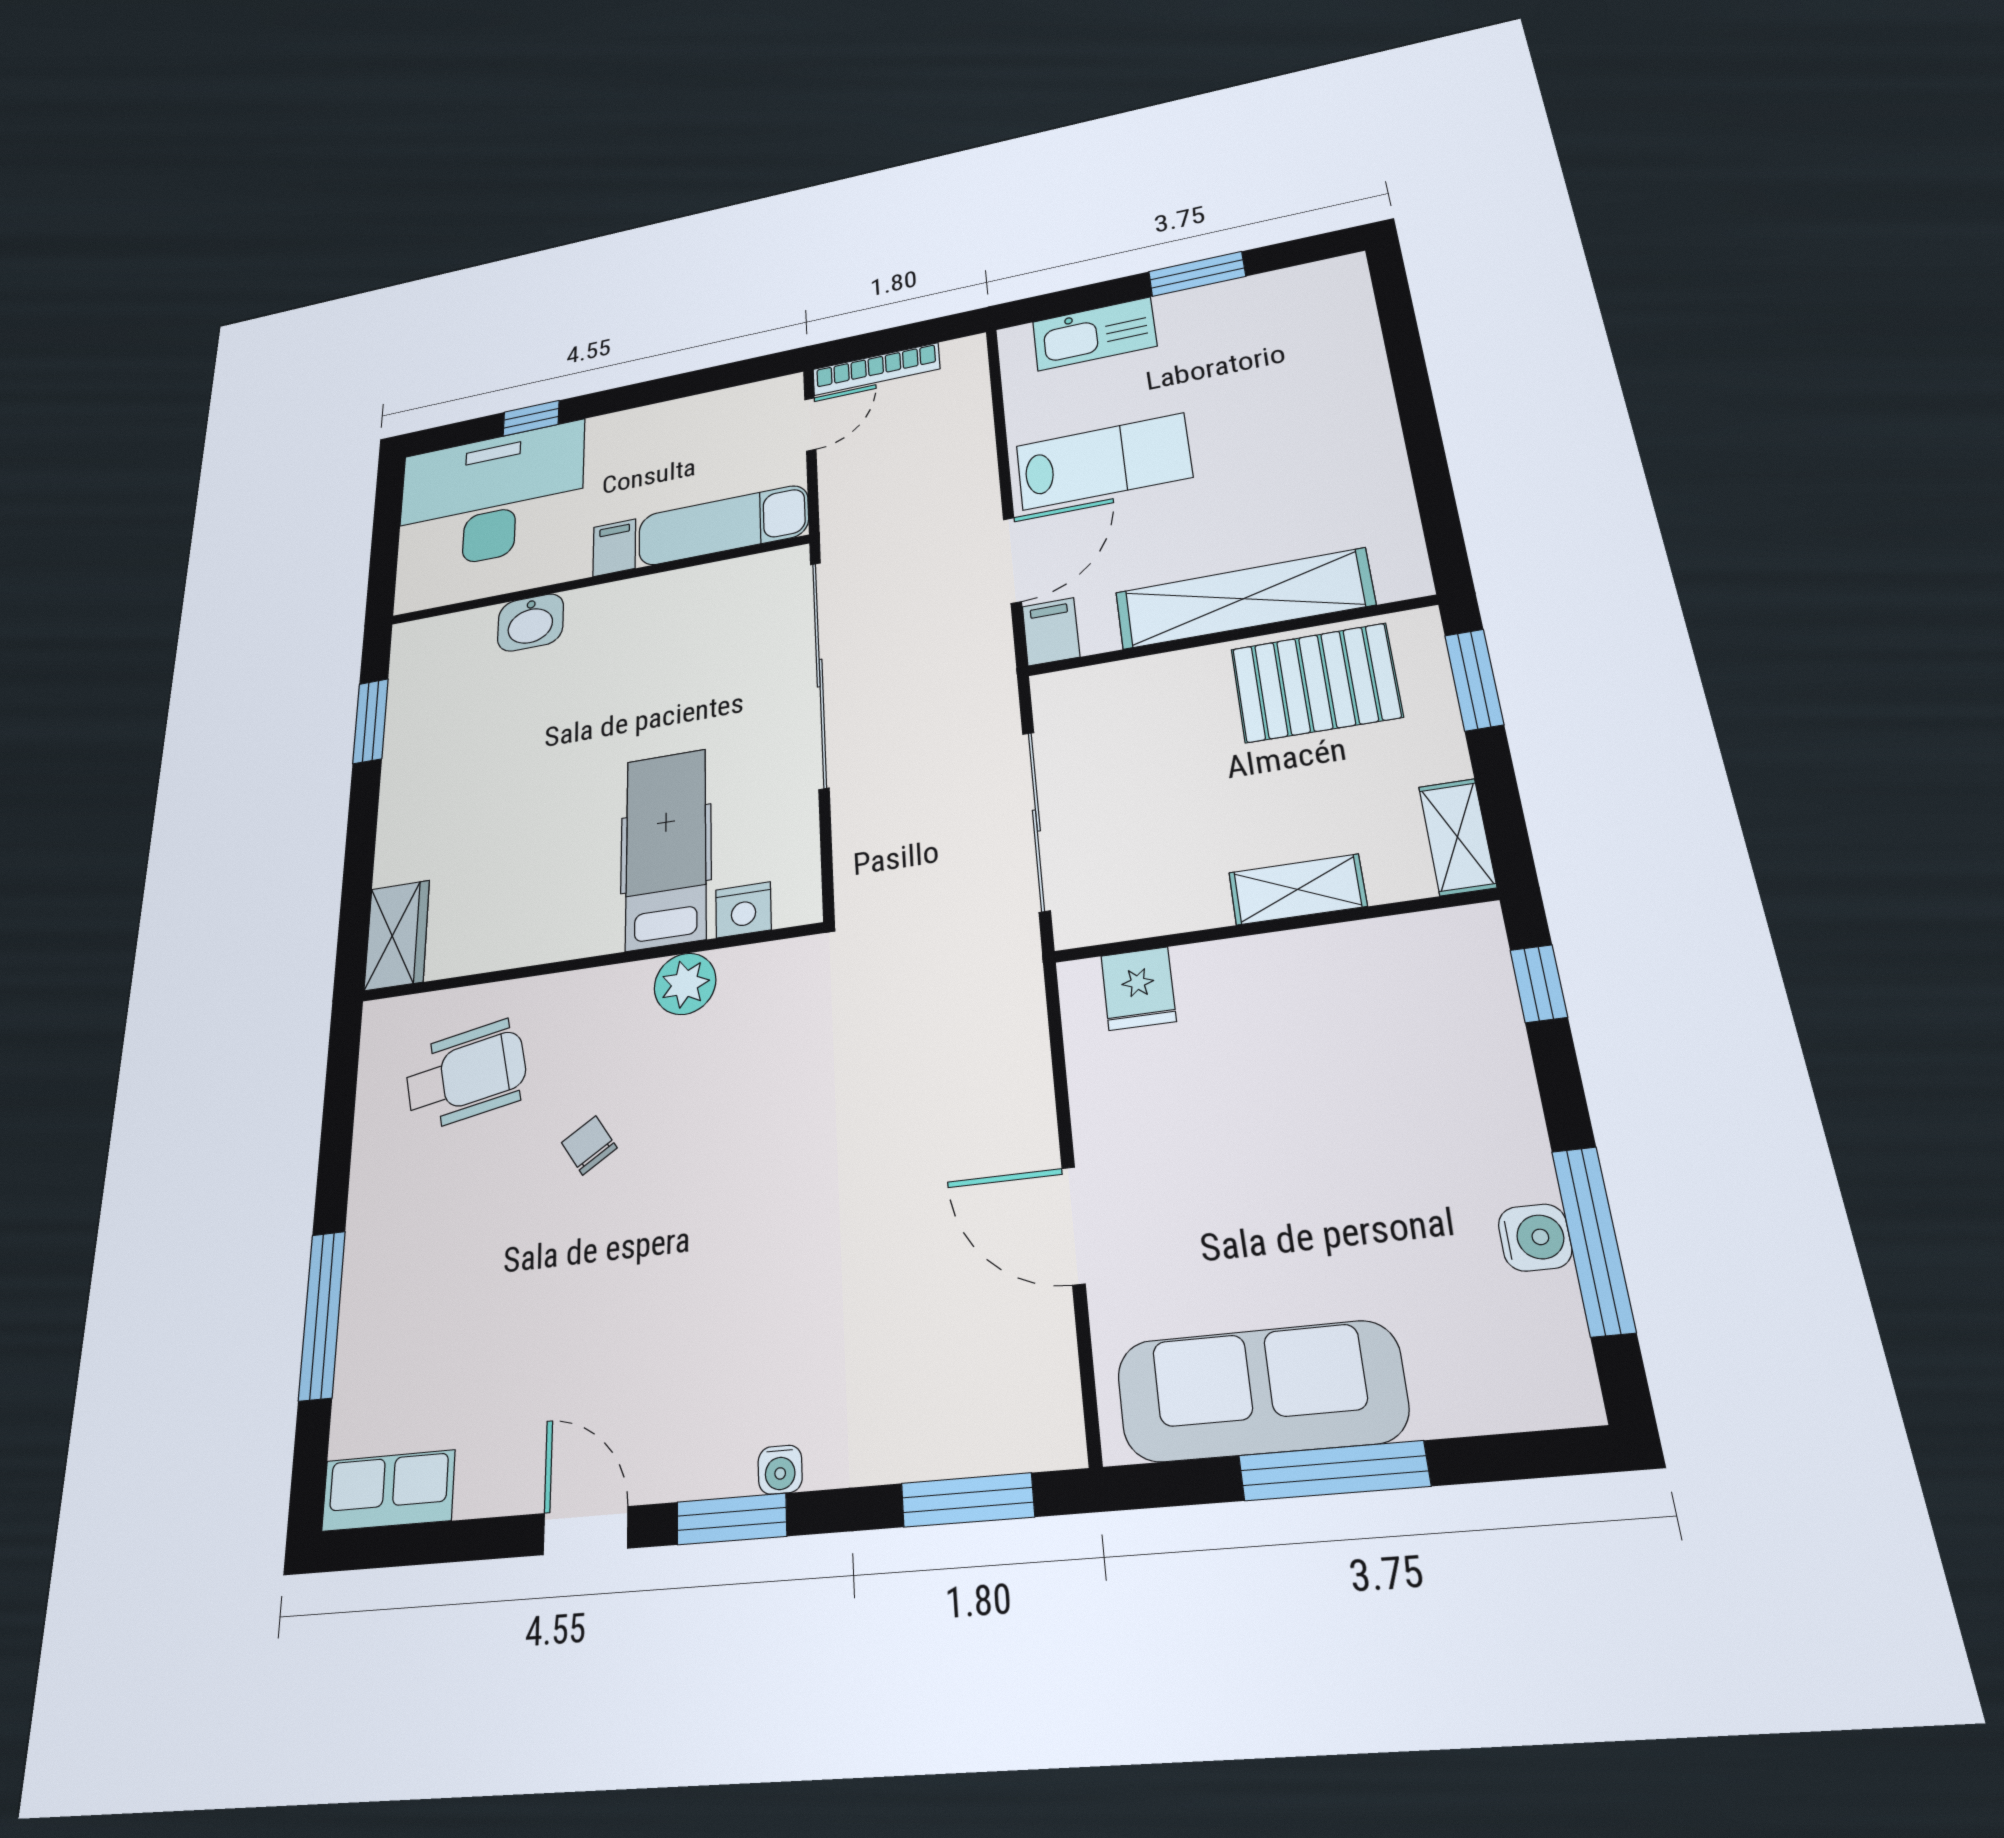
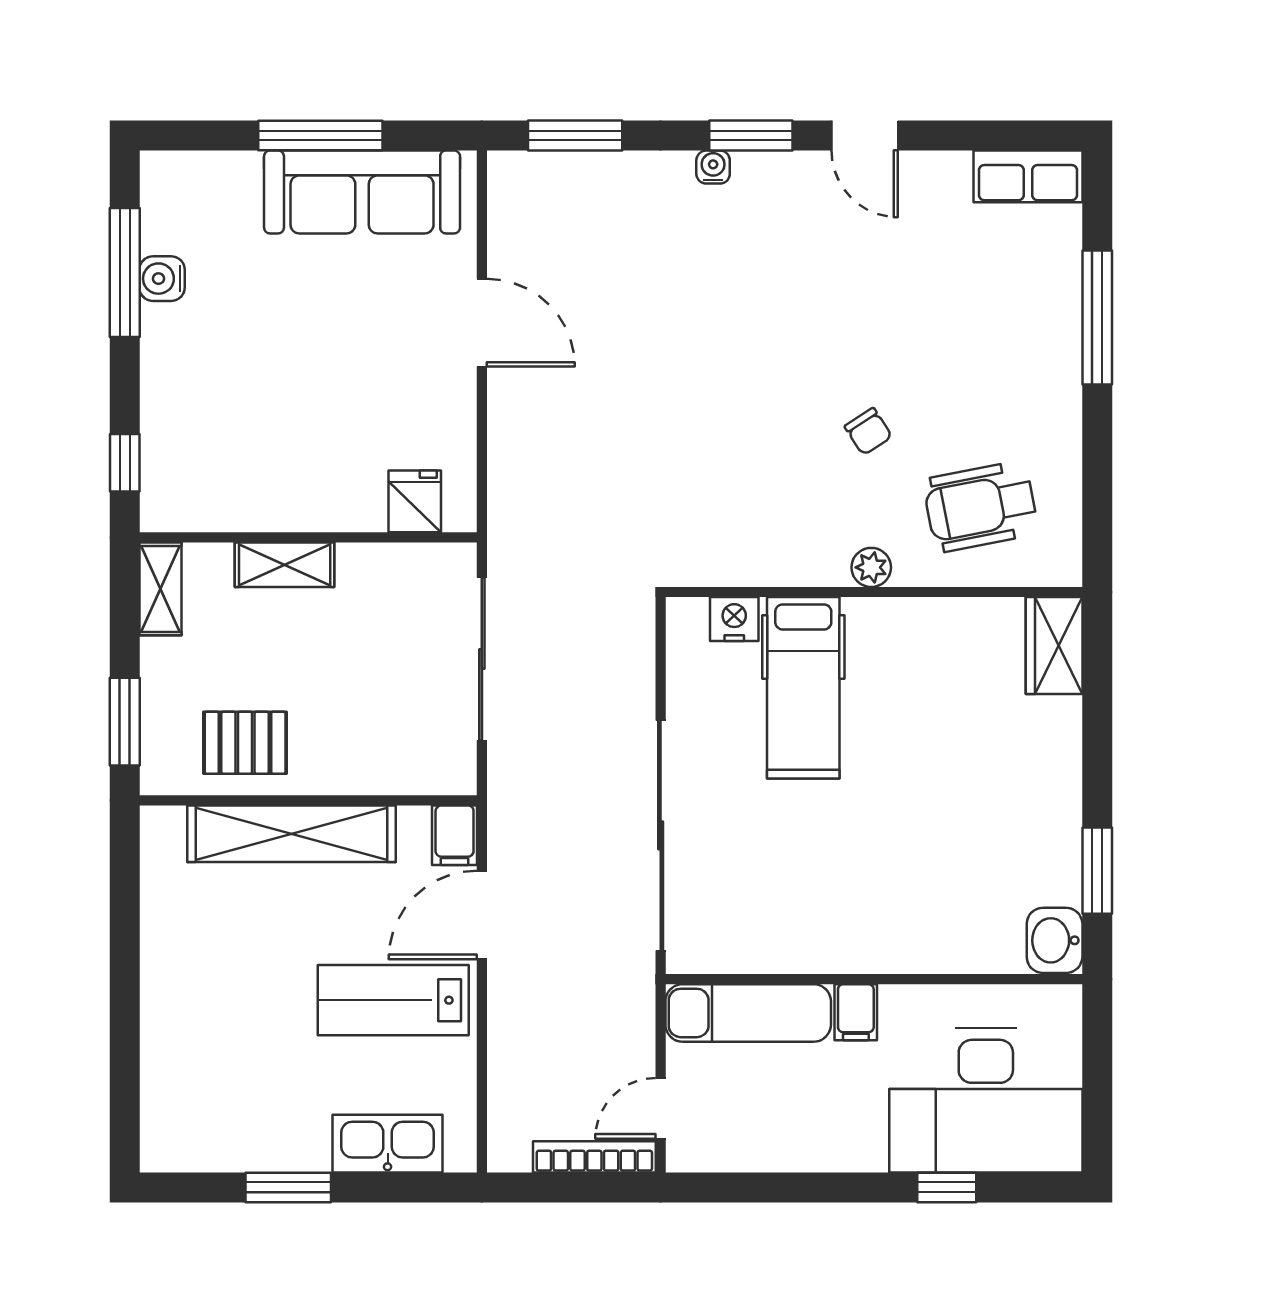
washbasin: (530, 622) -> (1055, 940), moved, turned -90
pallet: (1316, 683) -> (245, 743), width x0.67, depth x0.71
plant: (685, 984) -> (871, 567), moved, width x0.73, depth x0.73

